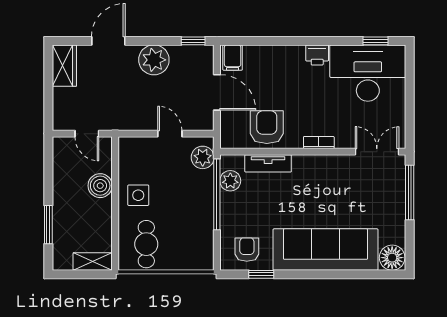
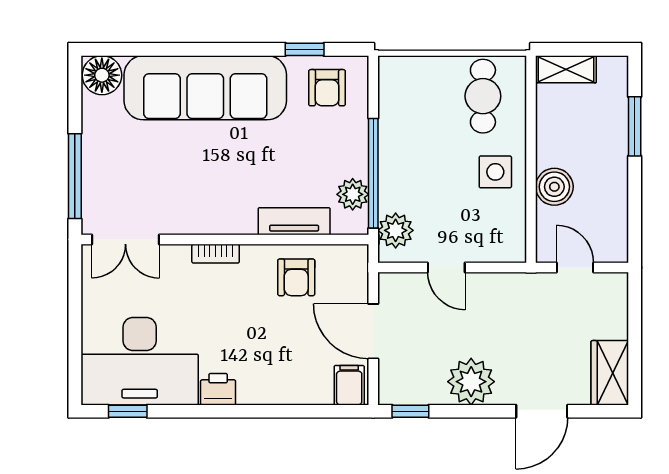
armchair: (267, 127) -> (296, 277), width x0.72, depth x0.72

